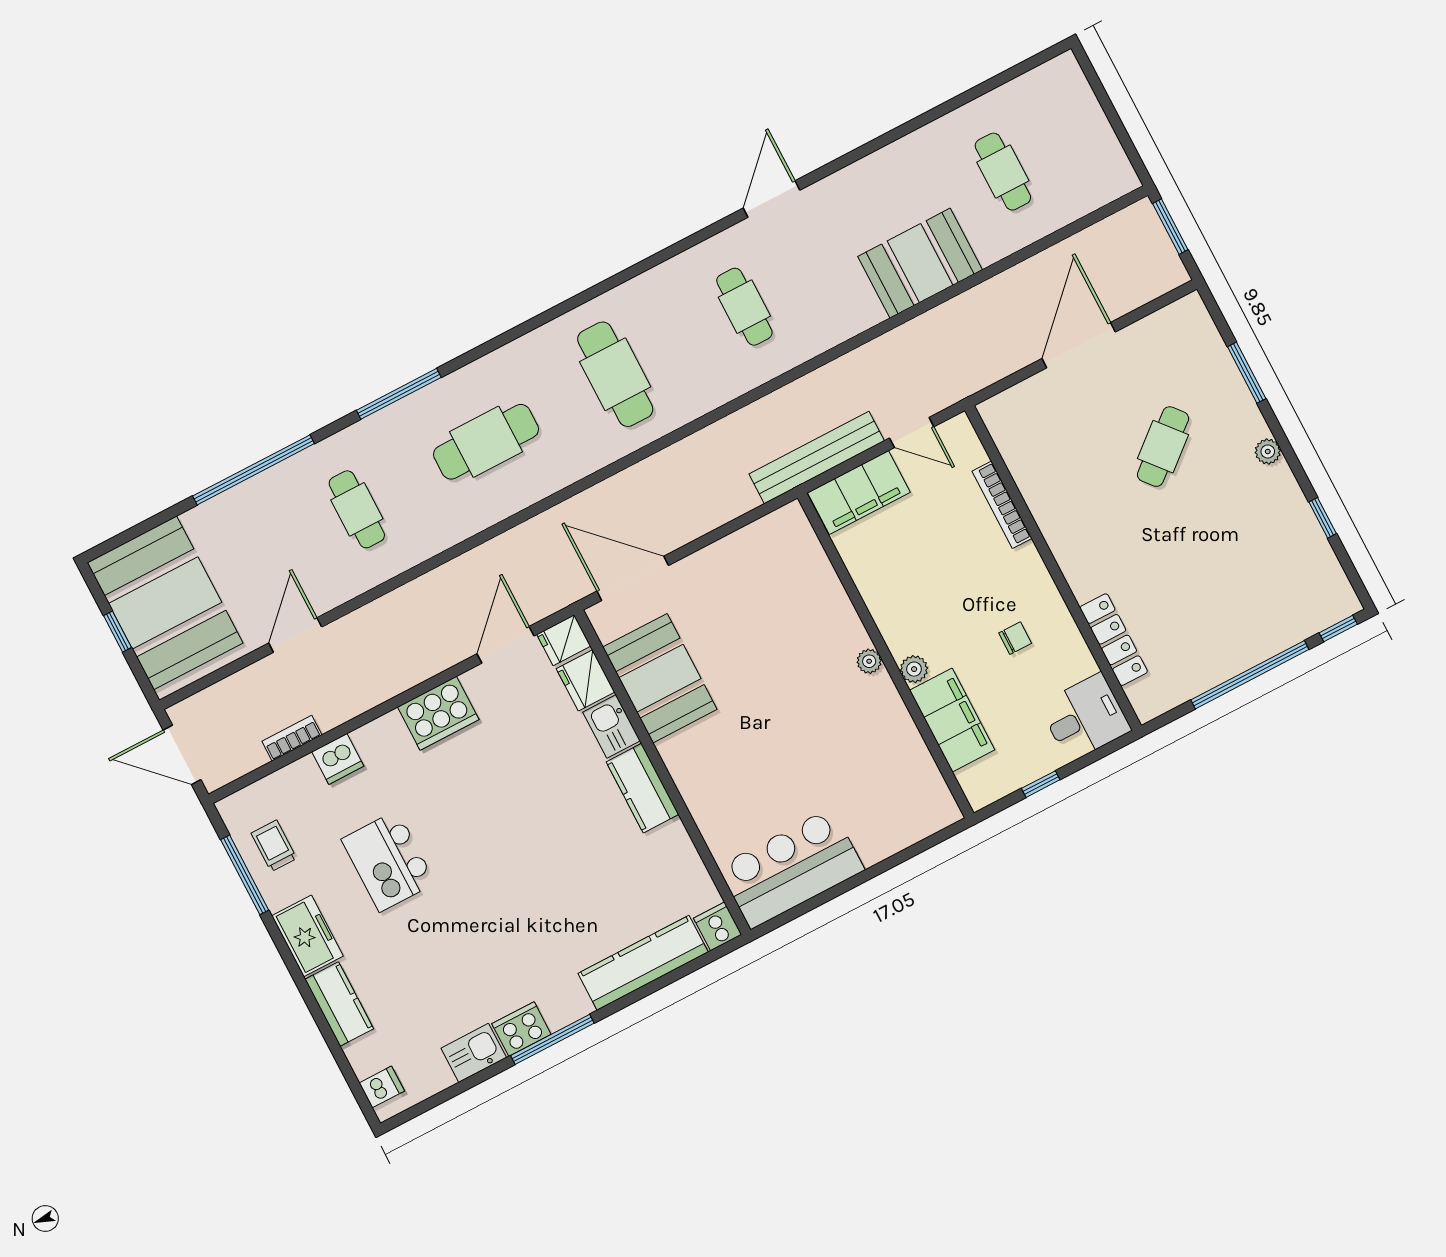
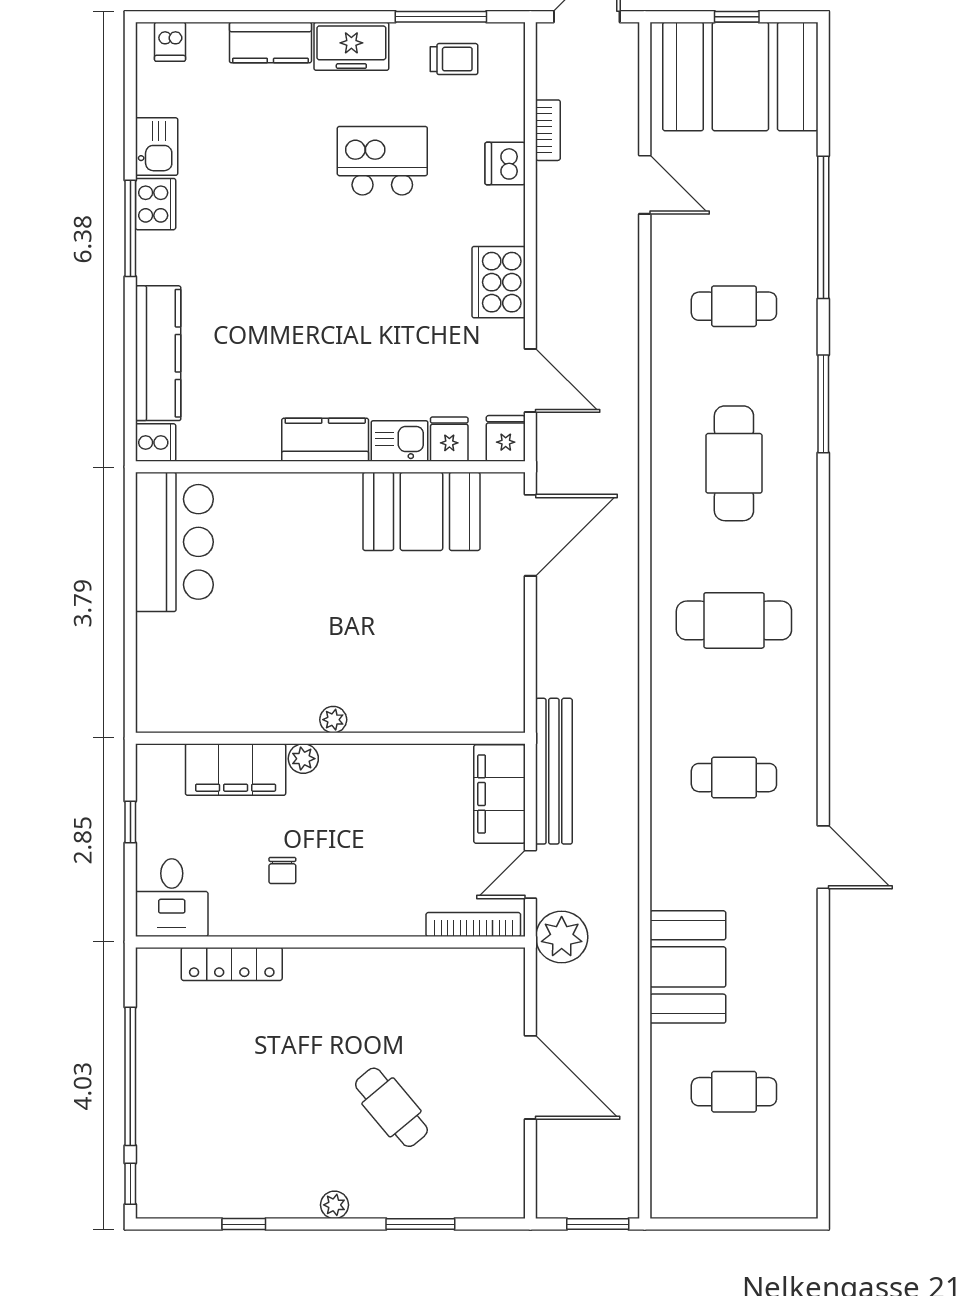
plant: (950, 380) -> (562, 937), added
bookcase: (1002, 505) -> (473, 924), moved
fridge: (586, 680) -> (449, 439), width x0.72

